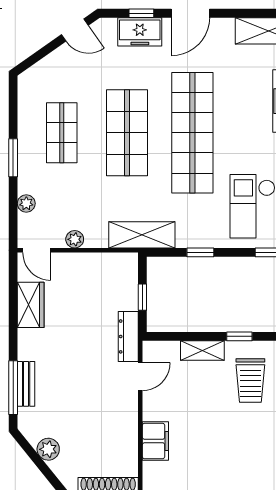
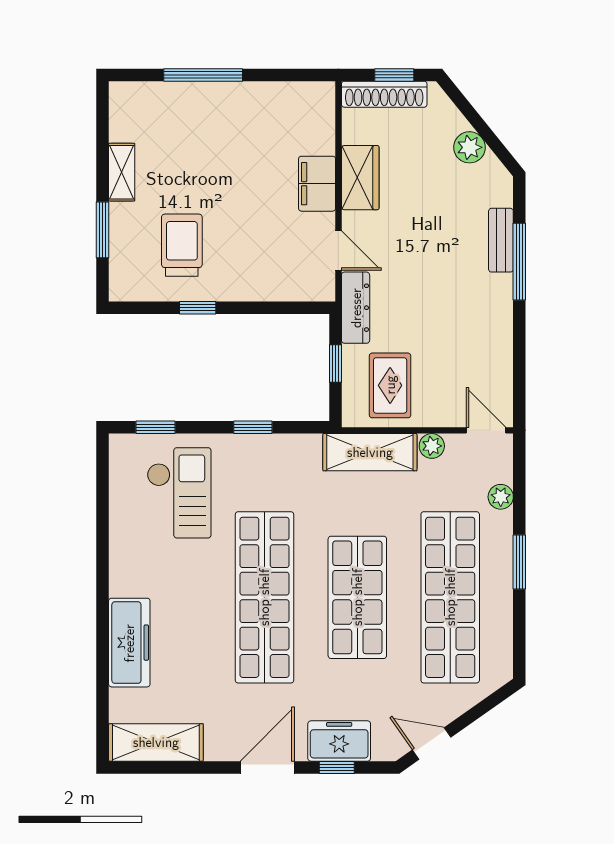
shop shelf: (62, 133) -> (450, 597), width x2.00, depth x1.36
shelving: (142, 235) -> (370, 452), moved
rug: (104, 282) -> (390, 385), added
wardrobe: (31, 305) -> (360, 178), moved, turned 180
shelving: (202, 351) -> (250, 288), removed
door: (140, 377) -> (338, 251), swing flipped
window: (13, 388) -> (519, 262), moved
filing cabinet: (155, 441) -> (317, 184), moved

